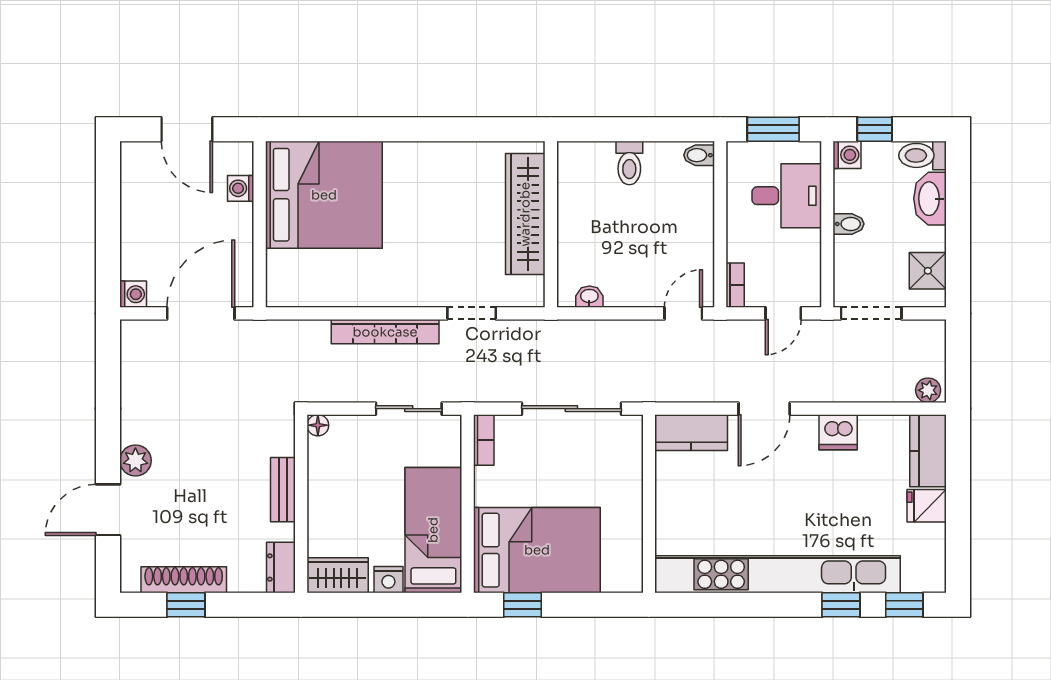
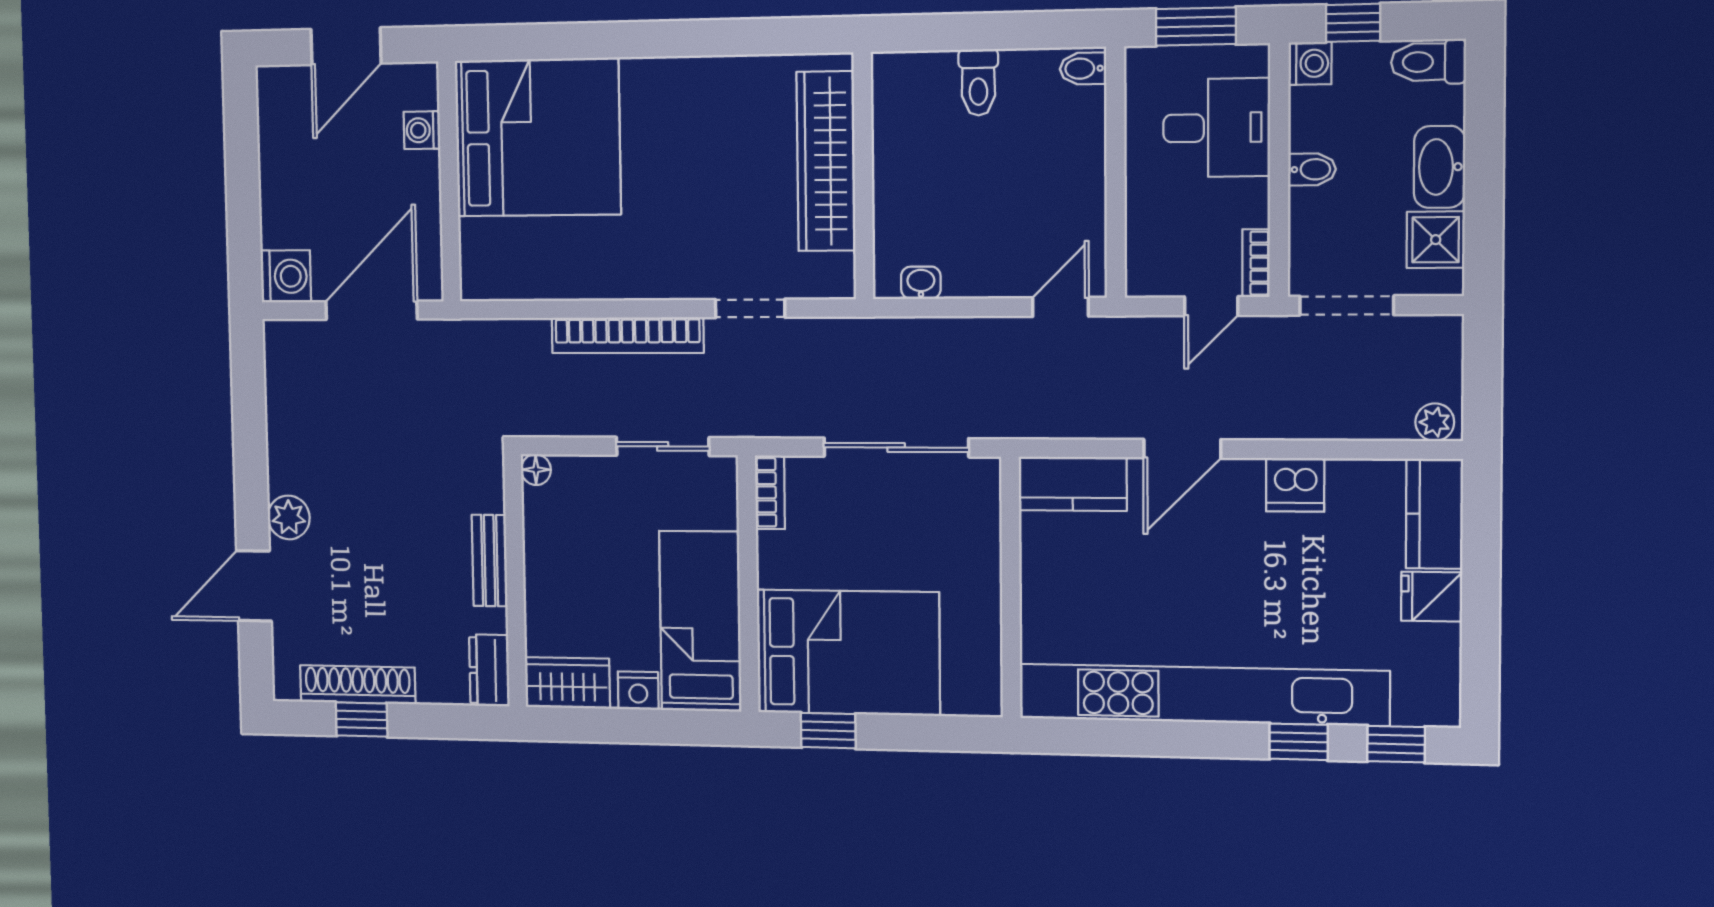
door: (187, 129) -> (346, 46), hinge flipped
washbasin: (930, 199) -> (1440, 167), moved
bookcase: (735, 285) -> (1256, 263), moved, turned 180
washing machine: (133, 294) -> (286, 276), width x1.38, depth x1.38

